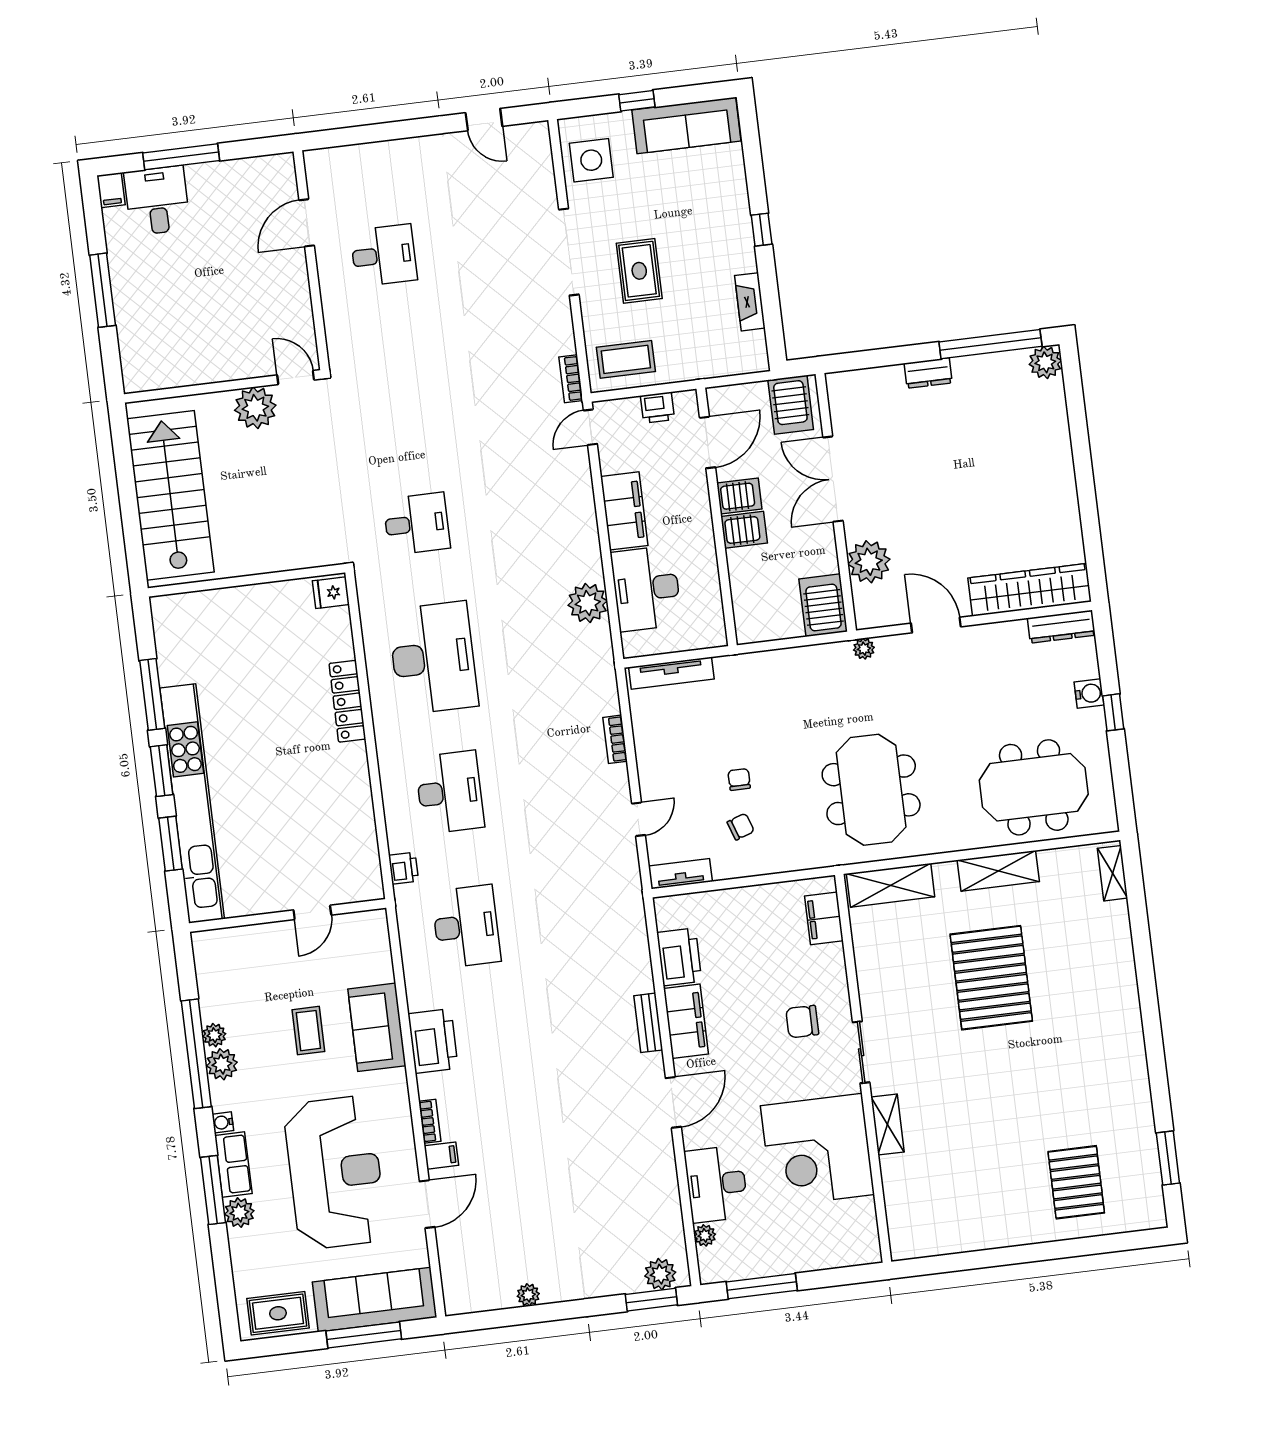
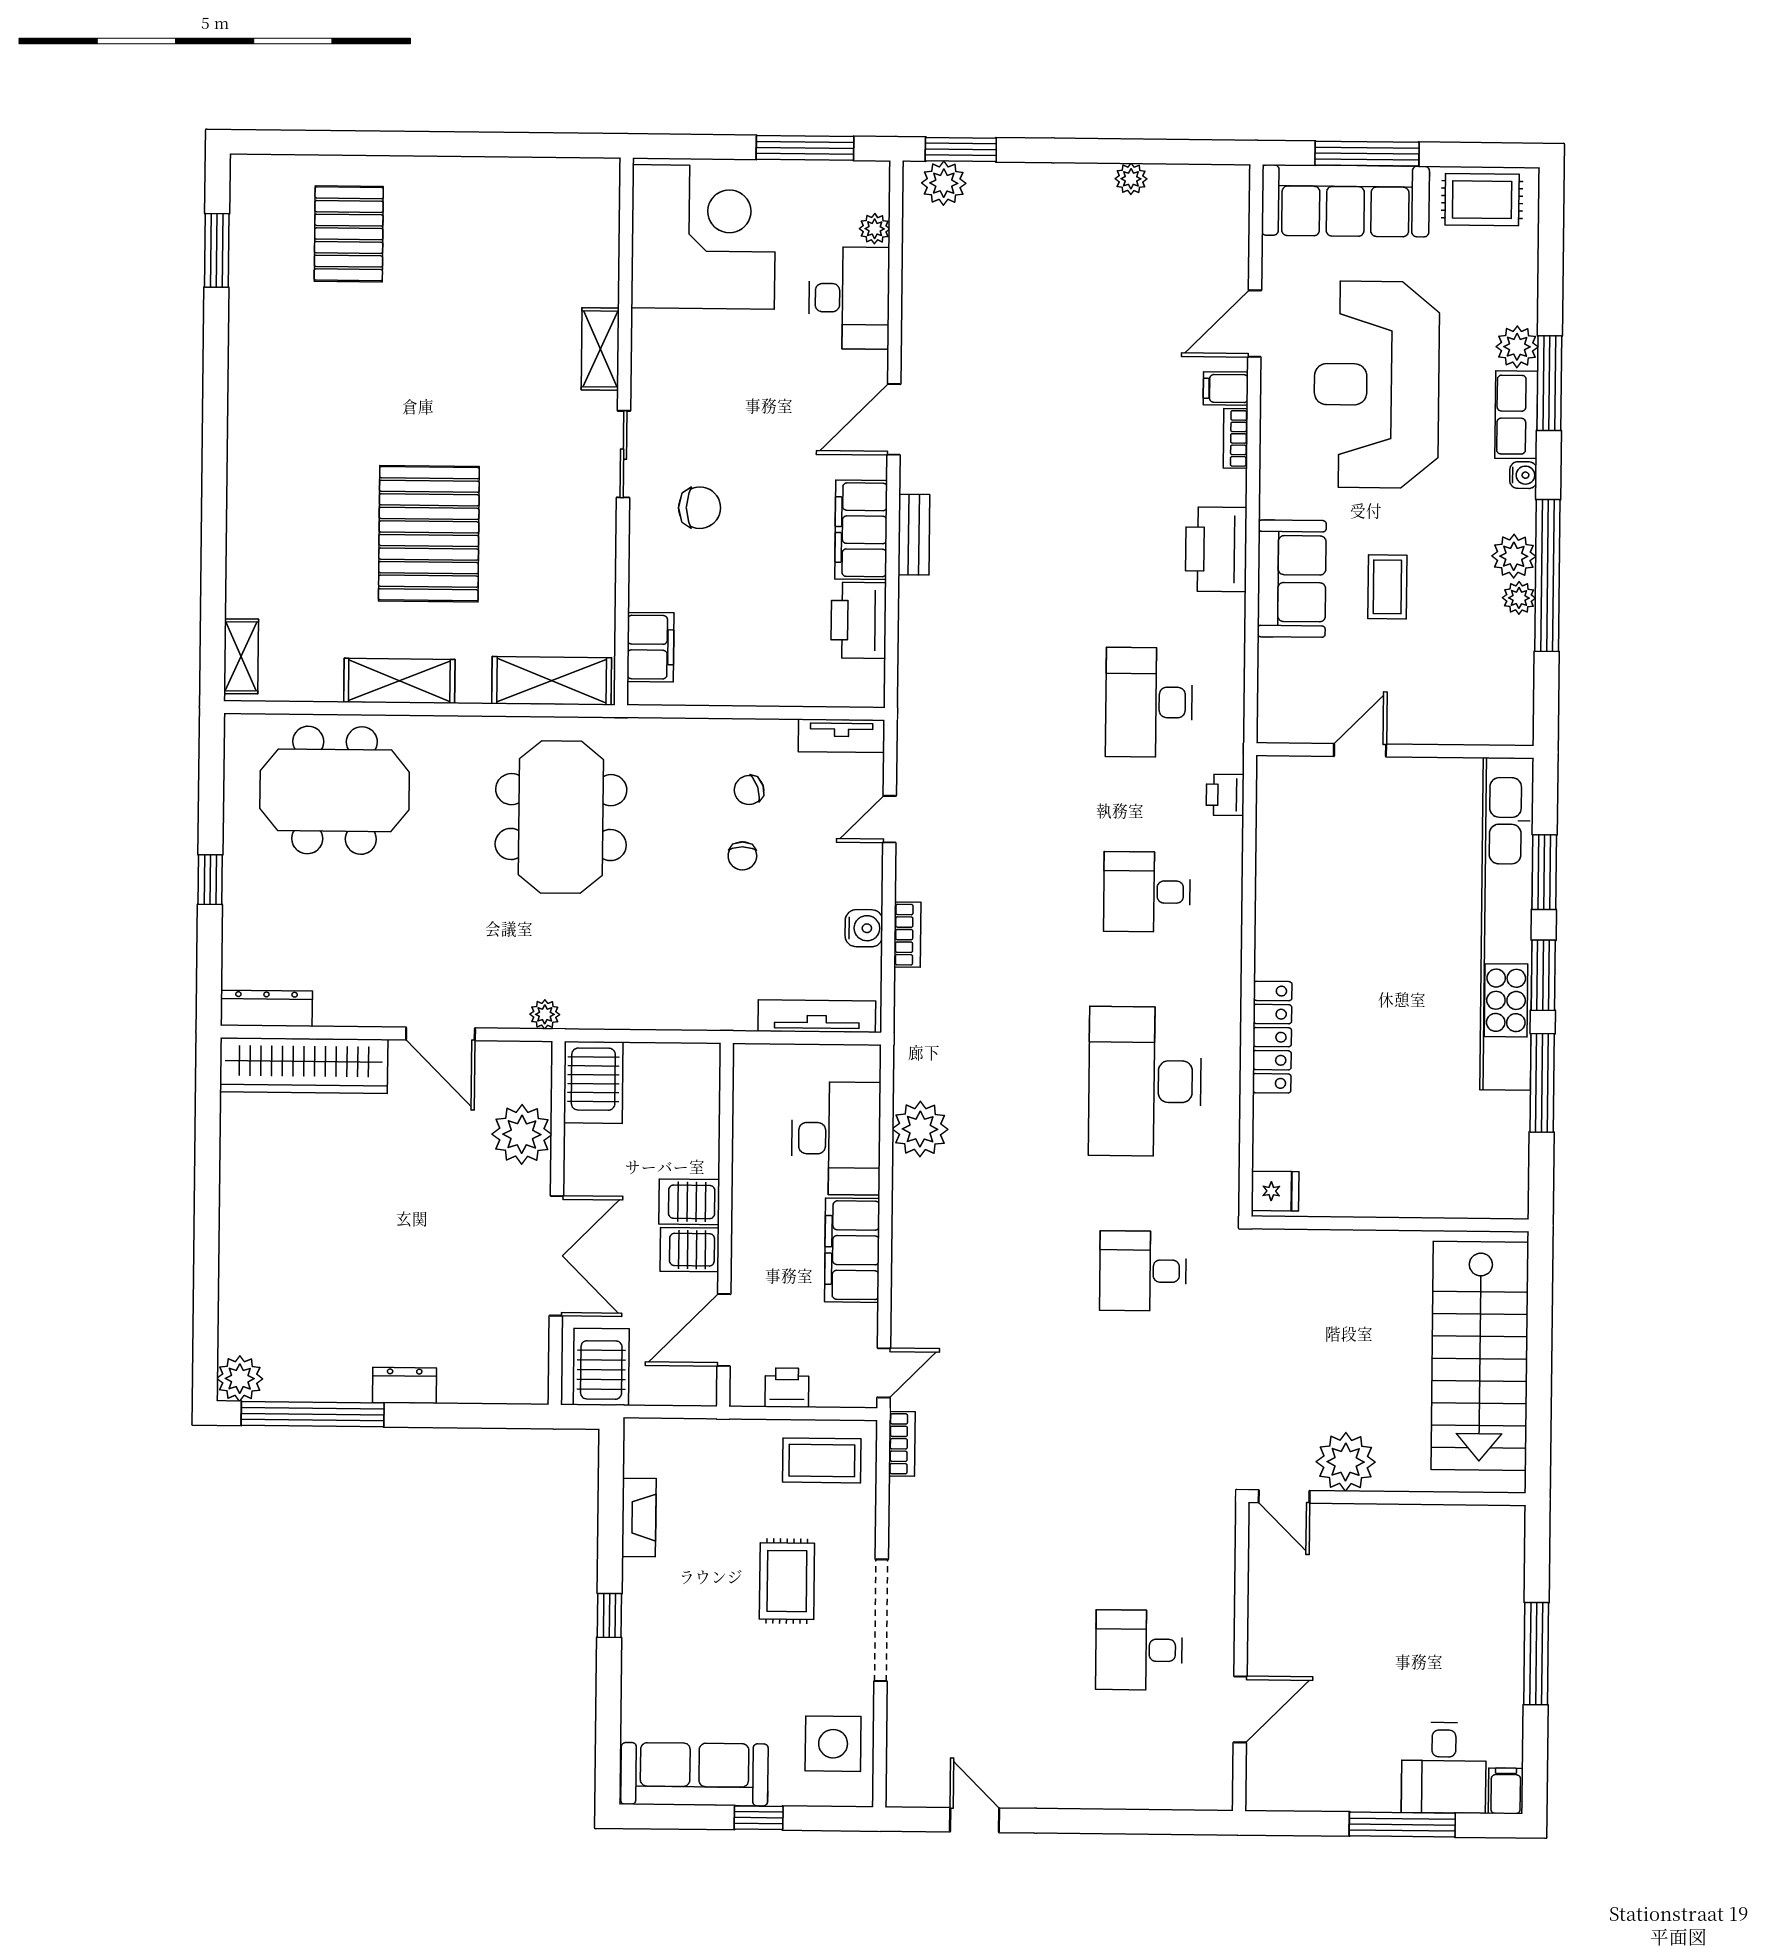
water cooler: (1089, 693) -> (864, 928), moved, turned 180
desk: (450, 792) -> (1147, 892), width x0.73
corner desk: (817, 1150) -> (703, 237), moved

